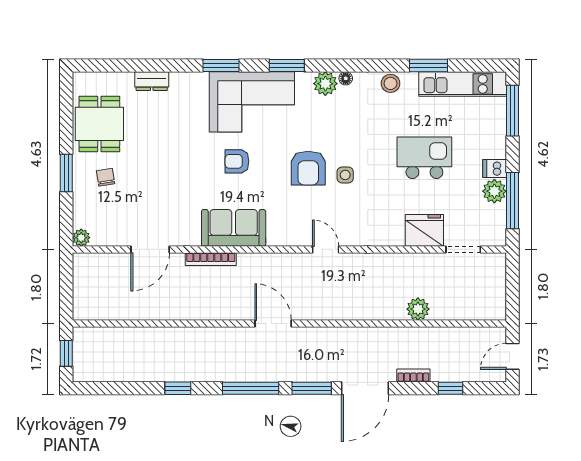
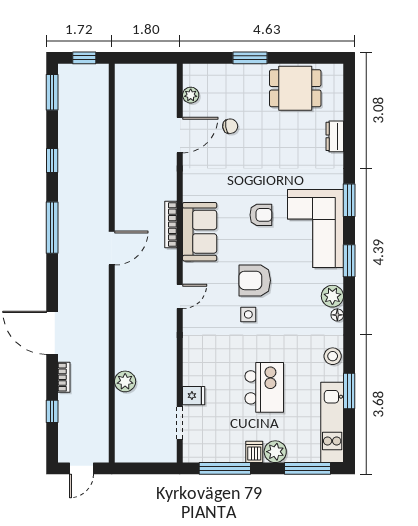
armchair: (237, 161) -> (261, 215), turned 90
chair: (106, 177) -> (230, 126), moved
plant: (494, 191) -> (275, 452), moved
sofa: (234, 228) -> (200, 232), moved
fridge: (424, 230) -> (194, 396), width x0.53, depth x0.75
plant: (81, 238) -> (191, 95), moved
door: (150, 249) -> (180, 135), swing flipped
bookcase: (211, 259) -> (171, 224), moved
door: (513, 356) -> (81, 468), swing flipped
window: (312, 388) -> (52, 92), moved

